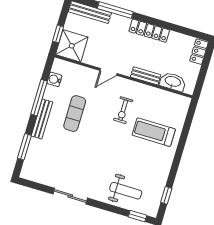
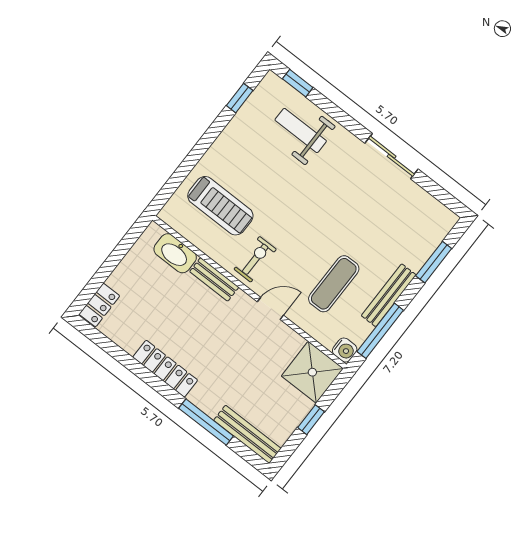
shower: (72, 46) -> (312, 372), moved
door: (108, 72) -> (270, 308), moved
wall: (124, 76) -> (249, 292), moved
bench: (146, 76) -> (214, 279), moved
washbasin: (173, 82) -> (175, 253), moved

